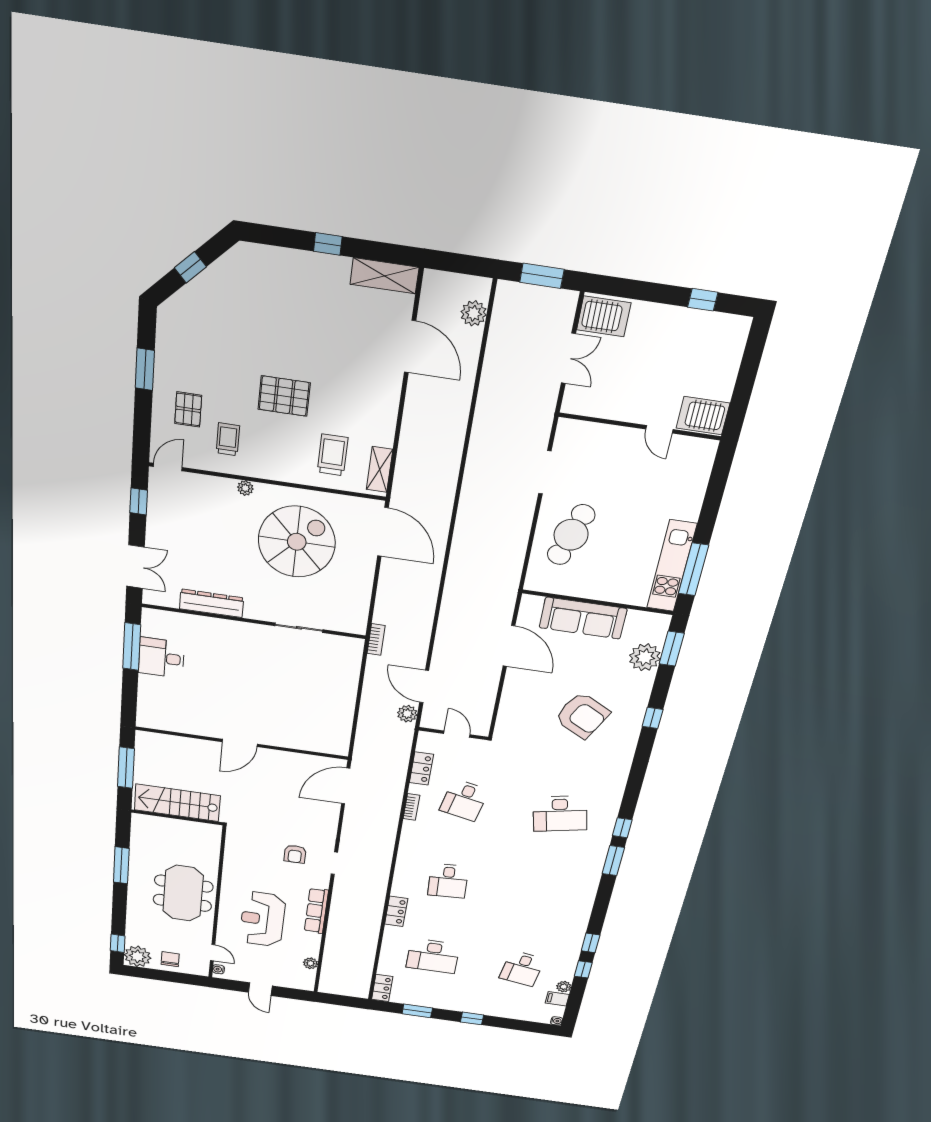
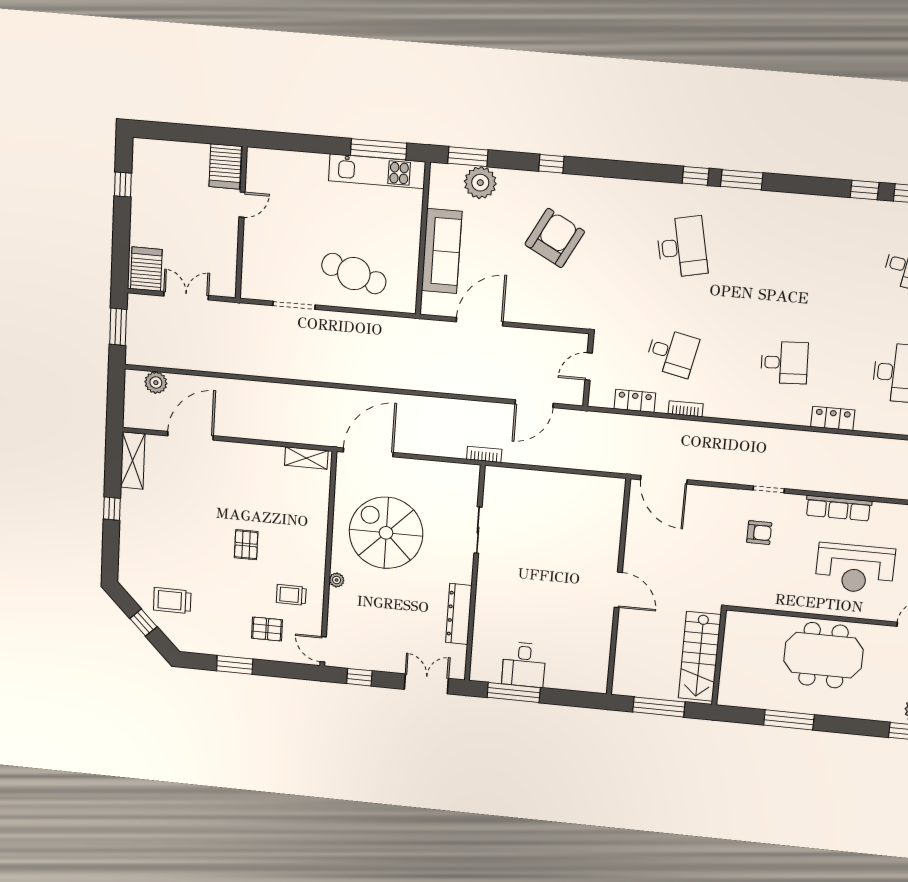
pallet: (284, 396) -> (246, 545), width x0.67, depth x0.71
trolley: (333, 455) -> (172, 600), moved
plant: (407, 714) -> (568, 419), removed

